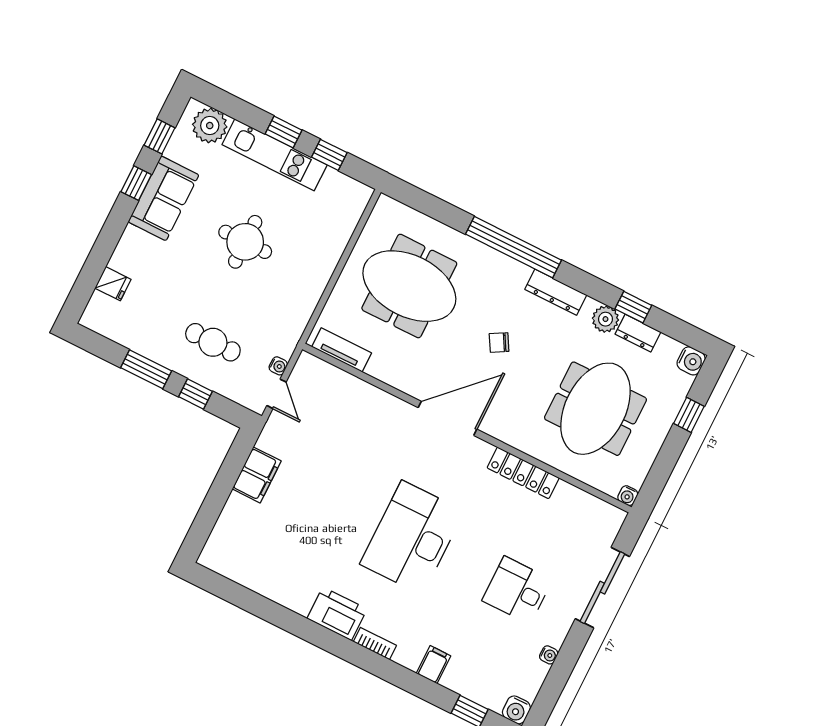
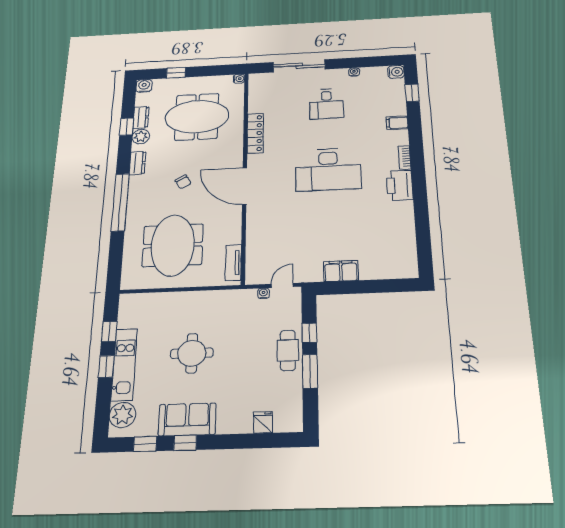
dresser: (556, 292) -> (137, 163), width x0.70
cafe table: (213, 342) -> (288, 350), moved

